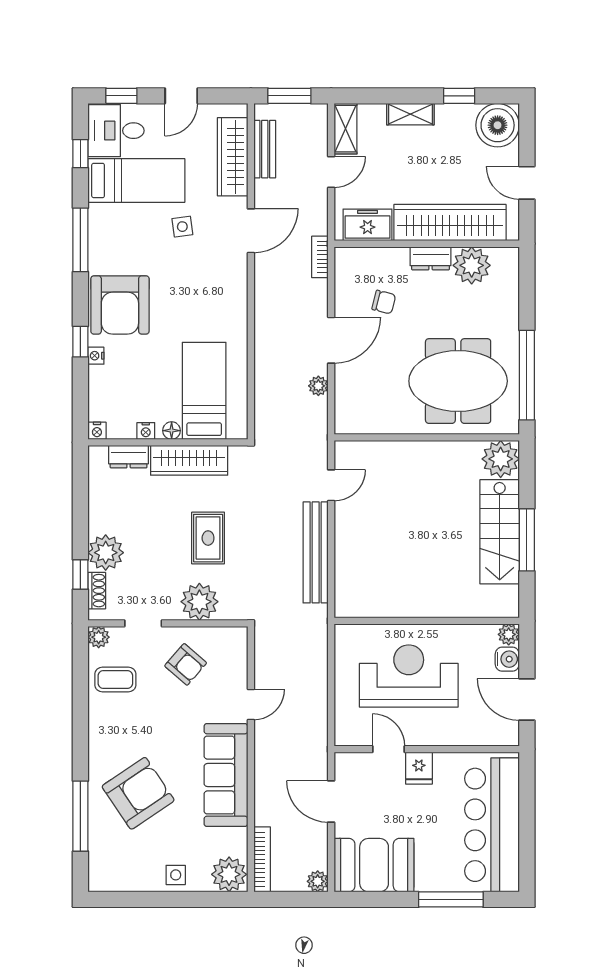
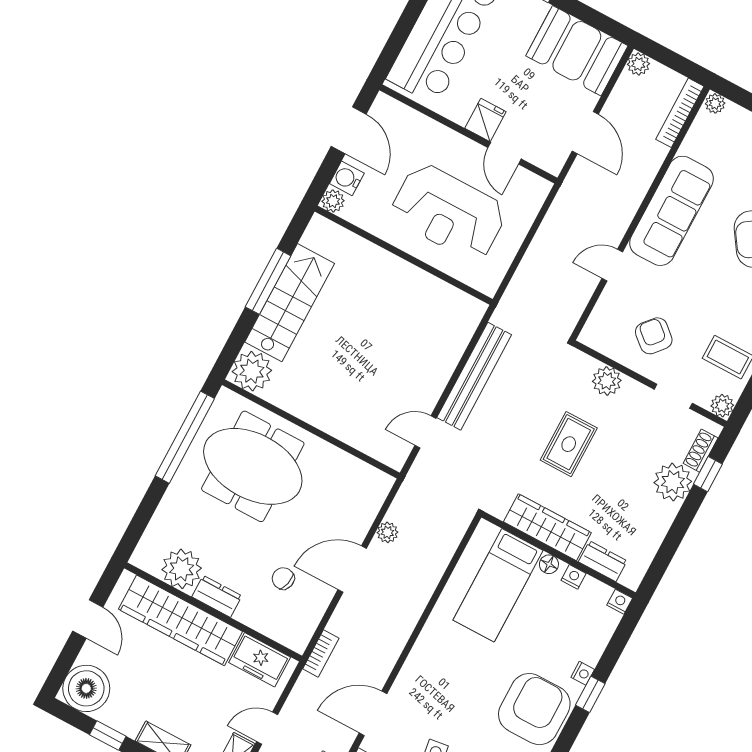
plant: (199, 602) -> (607, 381), width x0.73, depth x0.73
plant: (229, 874) -> (715, 103), width x0.53, depth x0.53

